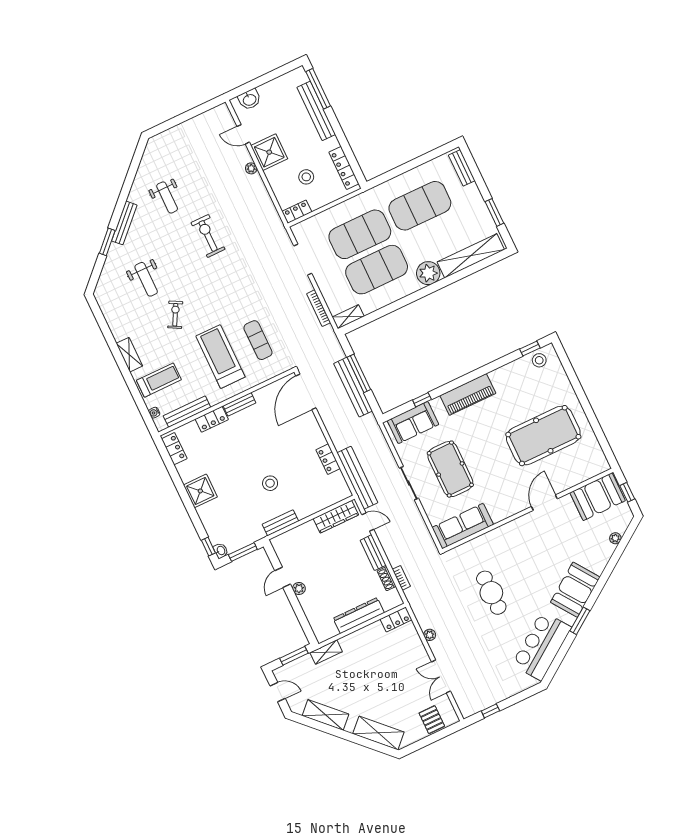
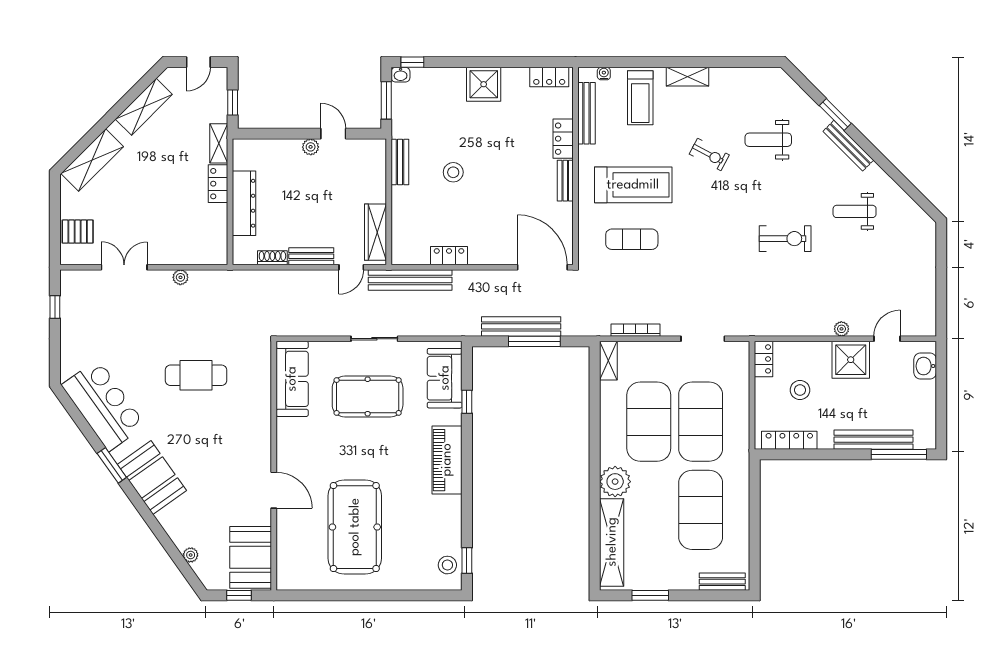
bookcase: (401, 578) -> (265, 276), removed
locker: (396, 619) -> (218, 184), moved
window: (294, 656) -> (233, 103), width x0.67

